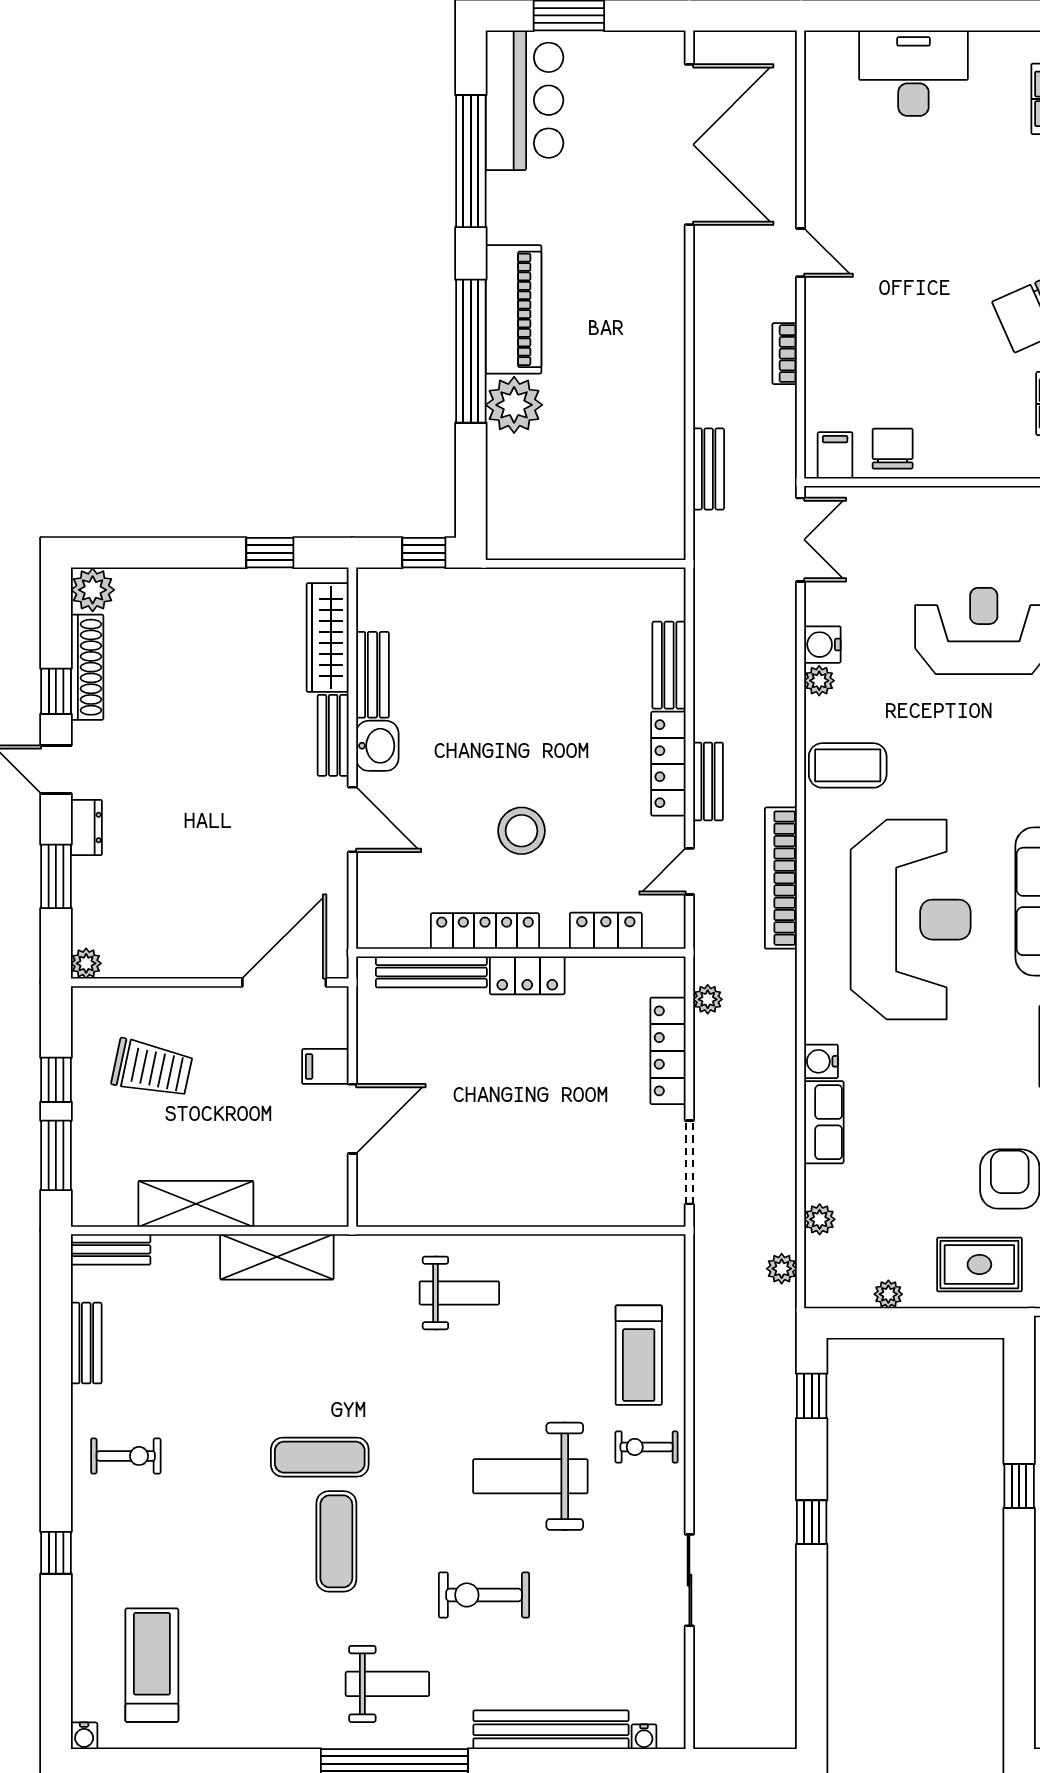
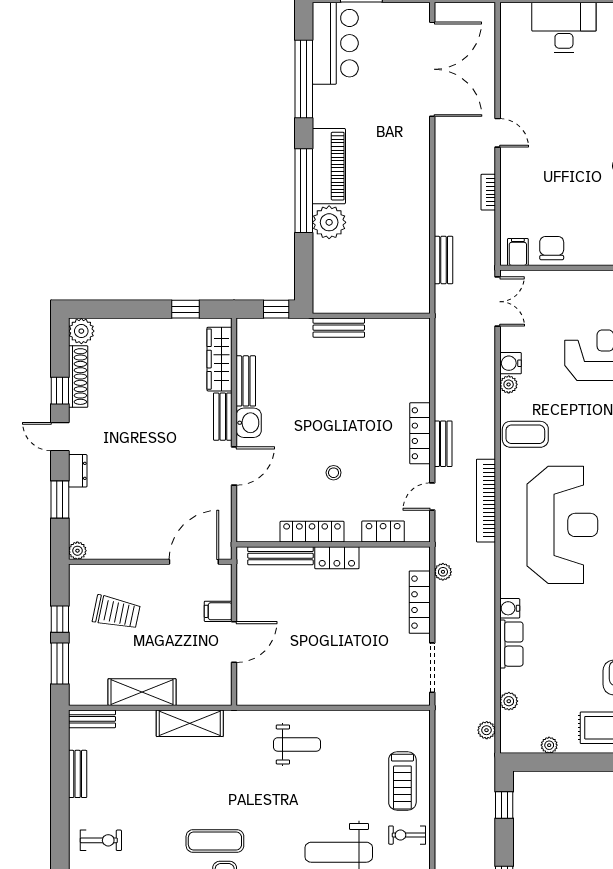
bench: (669, 665) -> (339, 328), moved, turned 90
door: (352, 819) -> (234, 466), hinge flipped
stool: (522, 831) -> (334, 473), width x0.53, depth x0.53

